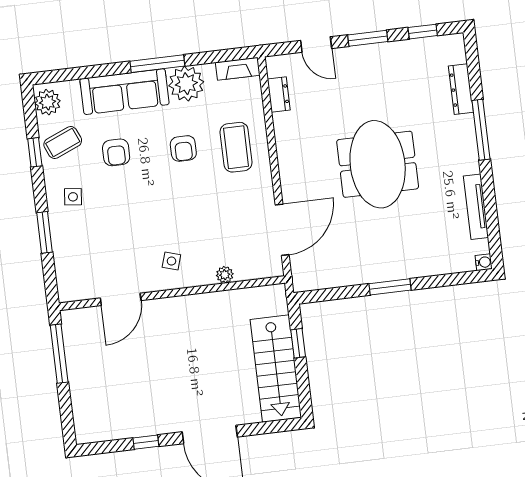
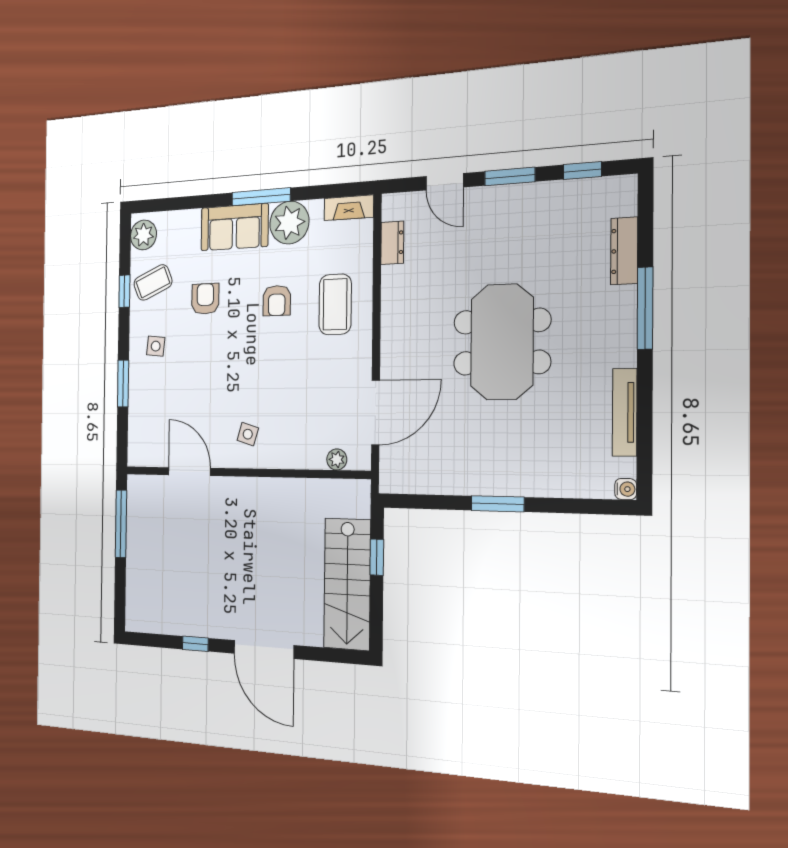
sofa: (124, 92) -> (234, 227), width x0.73
armchair: (116, 152) -> (205, 299), turned 180
plant: (225, 275) -> (337, 459), moved
door: (121, 299) -> (190, 472), swing flipped

